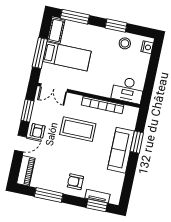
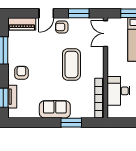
desk: (128, 90) -> (119, 91), moved
bookcase: (103, 105) -> (99, 98), moved
door: (20, 144) -> (46, 13), hinge flipped
sofa: (121, 150) -> (55, 109), width x0.73

